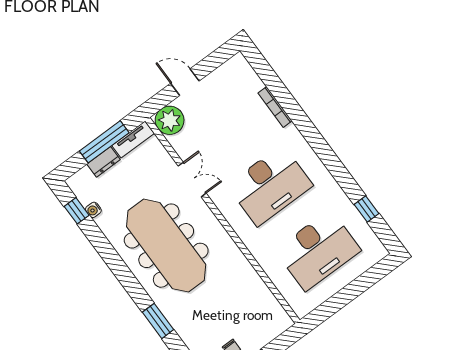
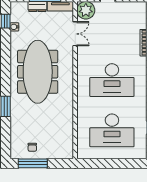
double door: (192, 180) -> (75, 34), moved

